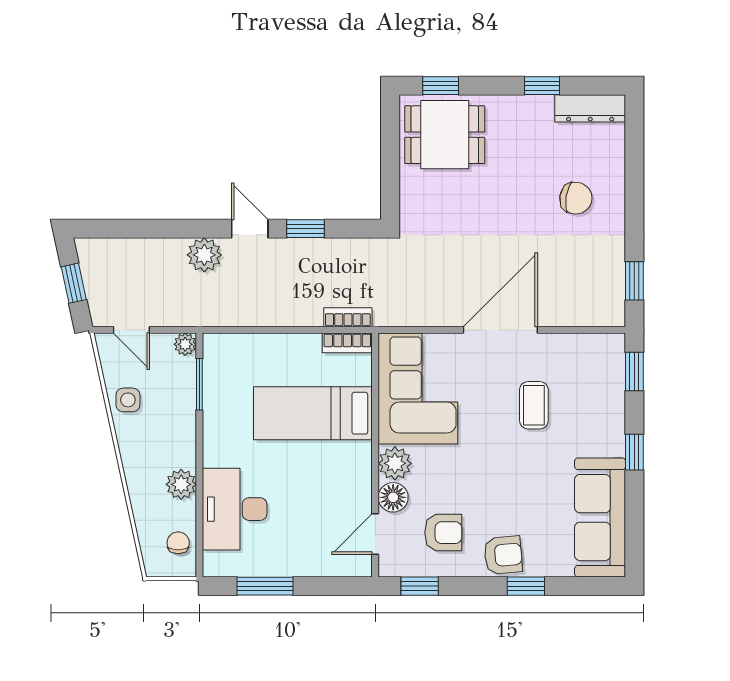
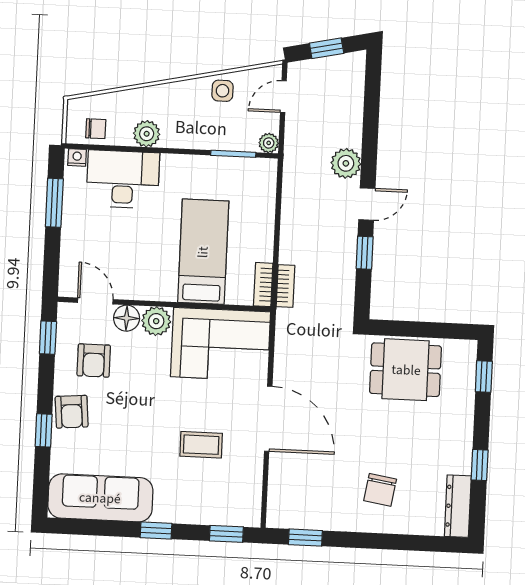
dining table: (445, 135) -> (406, 370), moved, turned 90
nightstand: (212, 563) -> (77, 157), added

